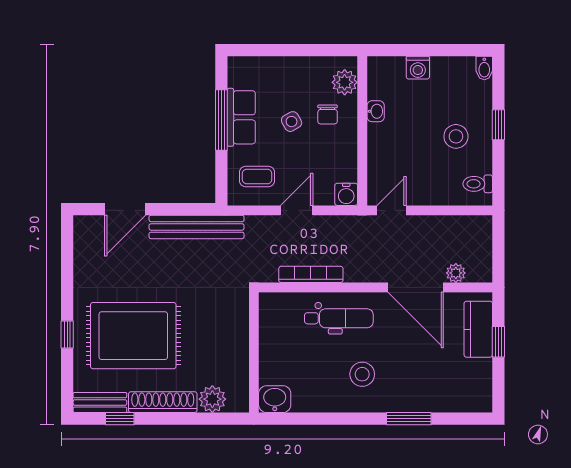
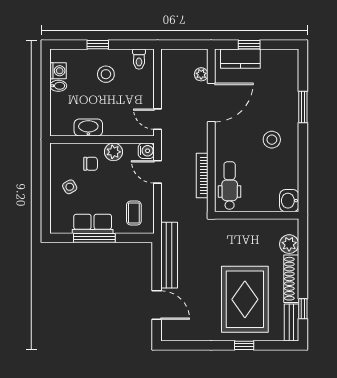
washing machine: (418, 68) -> (58, 71), moved
bidet: (484, 68) -> (58, 86), moved
plant: (345, 82) -> (114, 152), moved
washbasin: (376, 111) -> (88, 128), width x1.91, depth x1.45
side table: (292, 122) -> (70, 187), moved
door: (297, 210) -> (157, 172), moved
dental chair: (339, 318) -> (230, 186), moved

